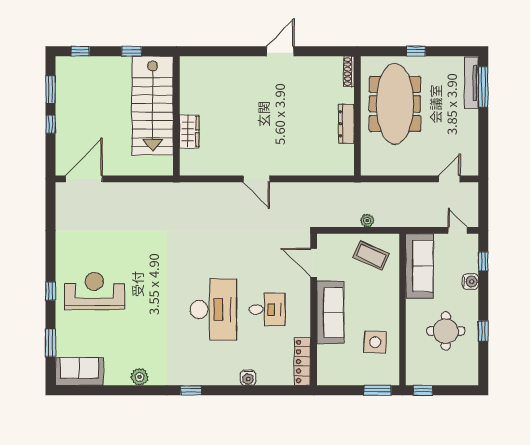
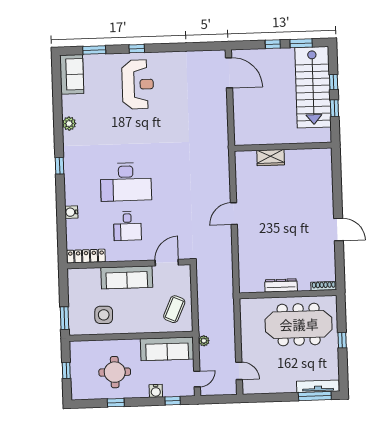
window: (80, 51) -> (334, 82), moved
stairs: (153, 106) -> (313, 87), moved, turned -90
plant: (367, 221) -> (204, 341), moved
window: (423, 390) -> (66, 370), moved

